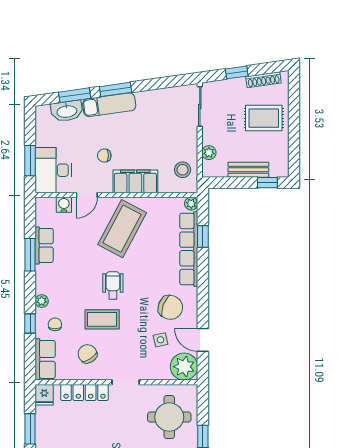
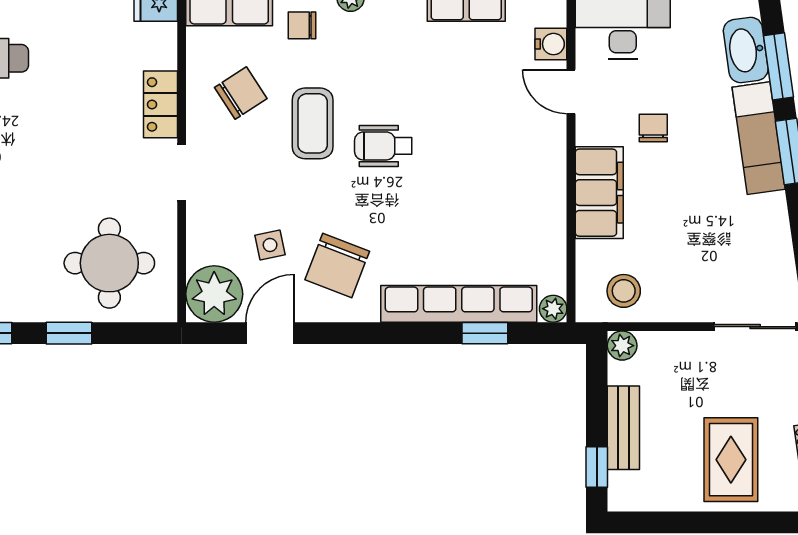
plant: (209, 153) -> (622, 346), moved
coffee table: (122, 229) -> (501, 165), removed
wheelchair: (113, 285) -> (383, 146), turned 180
chair: (55, 324) -> (302, 25), turned 180
locker: (84, 392) -> (160, 104), width x0.66

